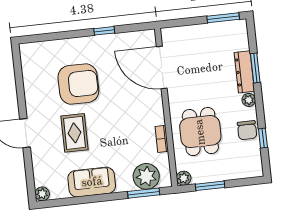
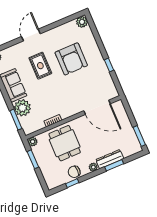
plant: (28, 52) -> (82, 22), added
door: (162, 67) -> (97, 107), swing flipped
dining table: (200, 132) -> (65, 143), turned 90
rug: (74, 133) -> (40, 66), turned 90
plant: (146, 176) -> (22, 108), moved

